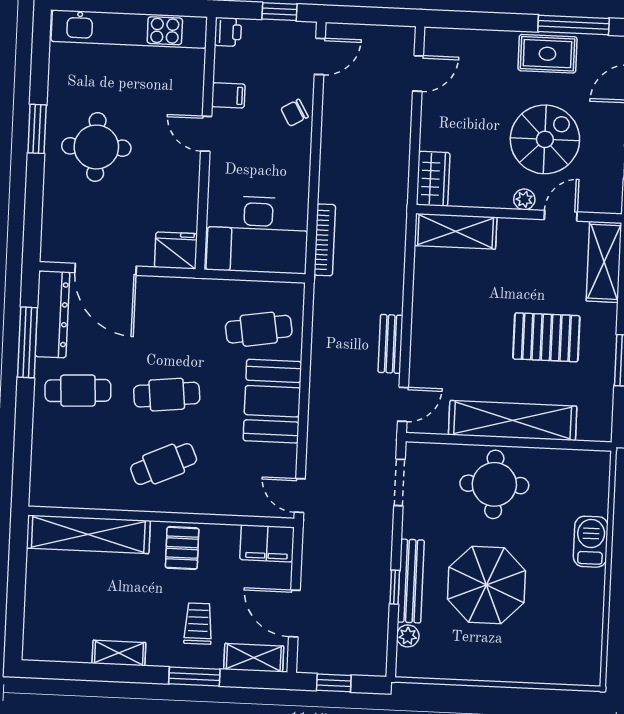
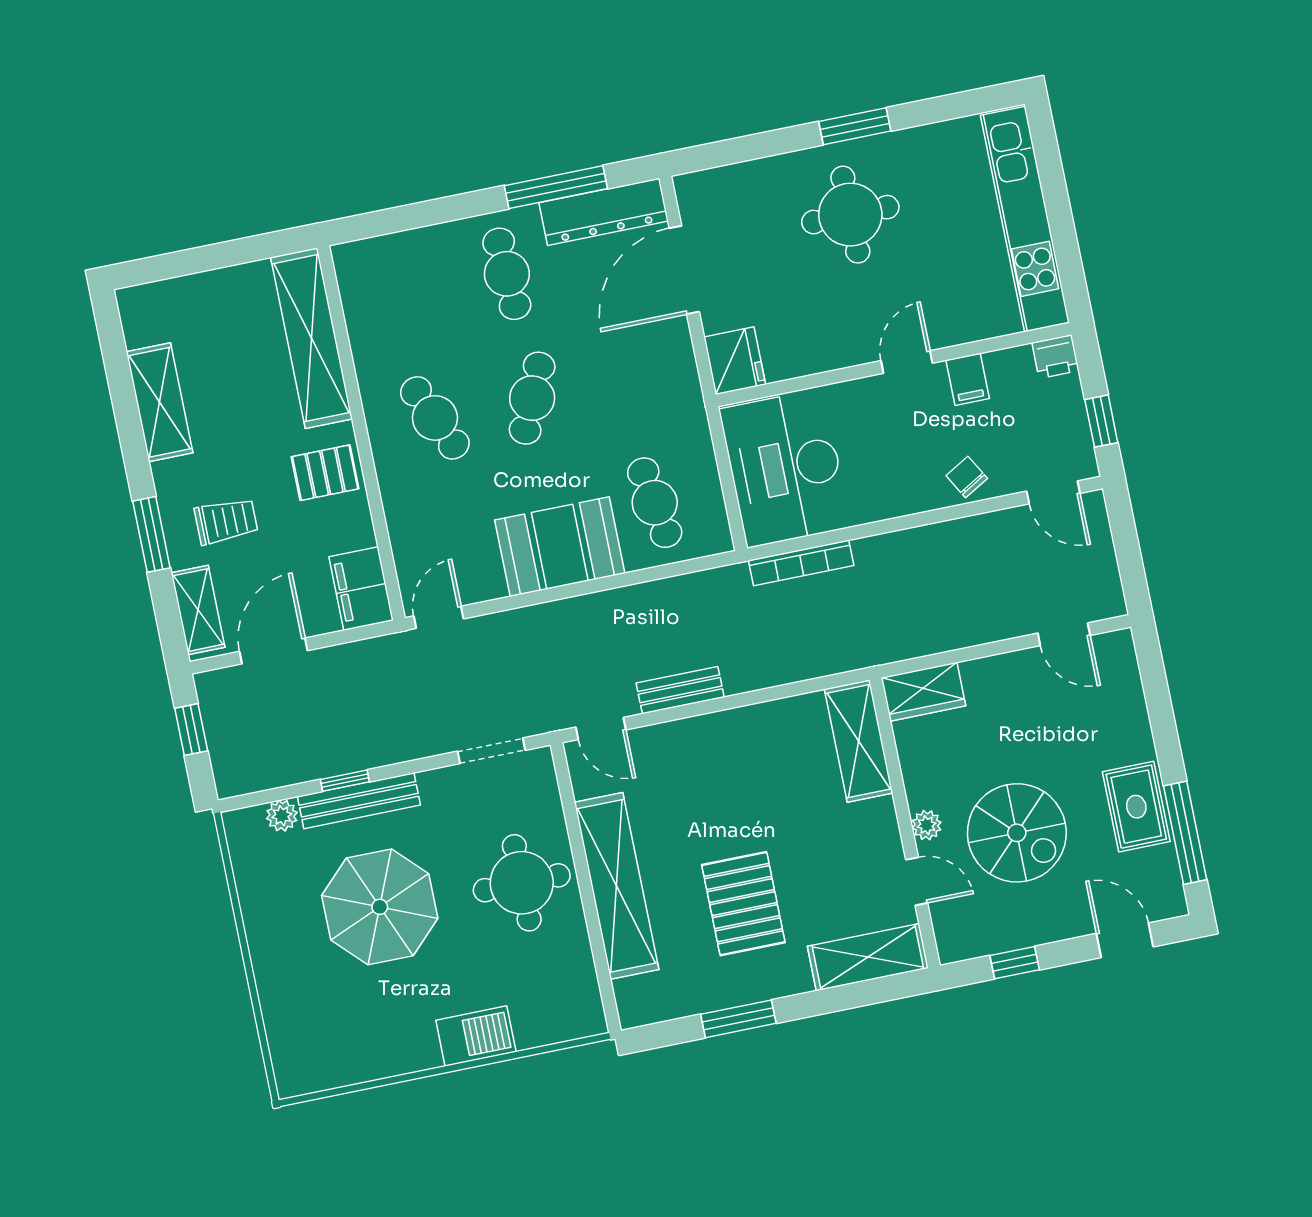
cafe table: (167, 395) -> (532, 398), turned 30
shelving: (119, 653) -> (160, 402), width x1.50, depth x1.33

